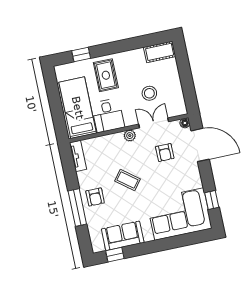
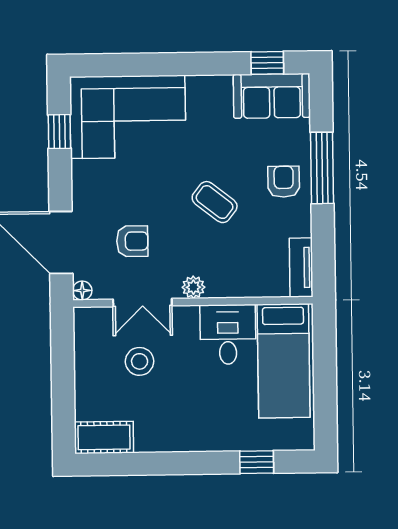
rug: (106, 75) -> (217, 413), removed
armchair: (165, 153) -> (132, 241), turned 90
sofa: (123, 236) -> (272, 96), moved

